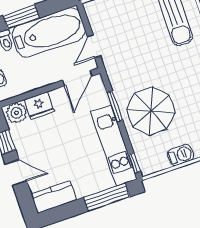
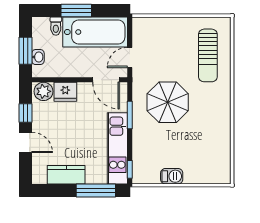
door: (77, 78) -> (106, 80), hinge flipped
parasol: (151, 111) -> (168, 102), moved
kitchen counter: (54, 197) -> (66, 175), moved

